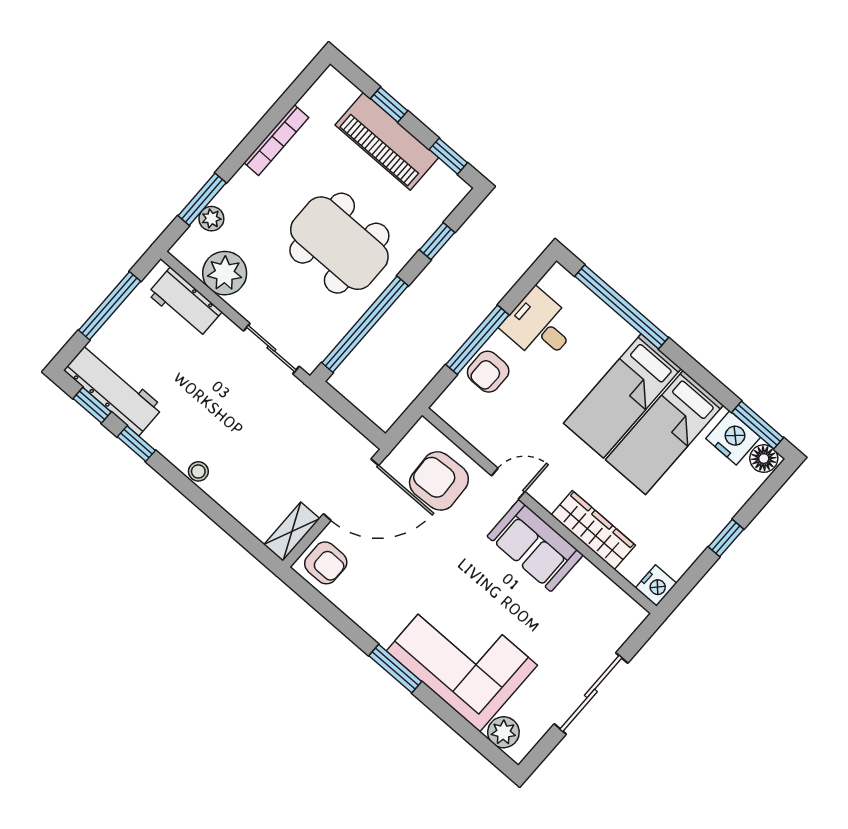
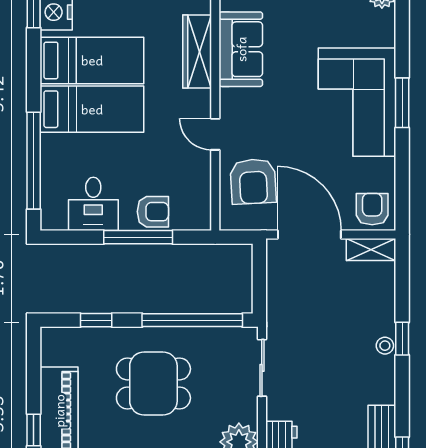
window: (448, 156) -> (34, 361), removed
dining table: (339, 243) -> (153, 383), width x0.73
window: (136, 444) -> (402, 339), moved
sofa: (535, 546) -> (241, 49), moved
corner sofa: (462, 658) -> (357, 102), moved

